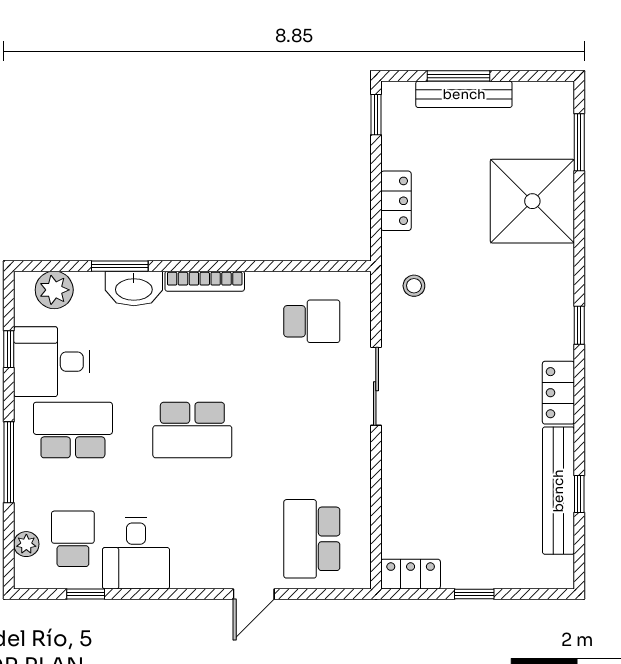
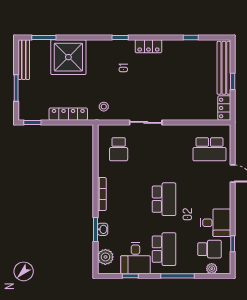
bench: (464, 94) -> (24, 60), moved
locker: (396, 201) -> (68, 114), width x1.53
washbasin: (134, 288) -> (103, 229), width x0.52, depth x0.69
school desk: (312, 321) -> (119, 149), turned 180
school desk: (73, 430) -> (164, 249), turned 180
bench: (558, 491) -> (224, 68), moved, turned 90
school desk: (73, 539) -> (210, 249), turned 180

